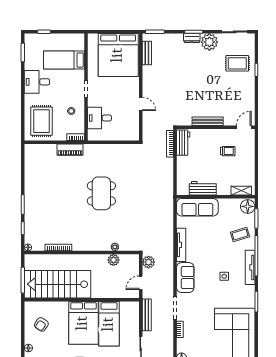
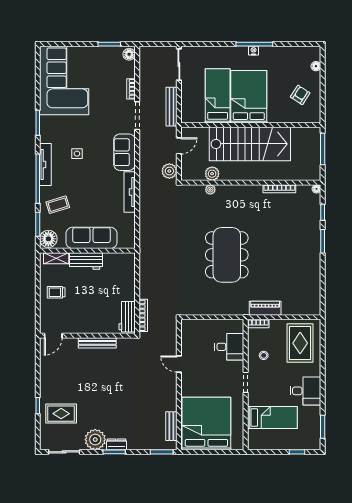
trolley: (228, 151) -> (56, 292), moved
workbench: (203, 188) -> (86, 261), moved
dining table: (101, 193) -> (227, 255), width x1.36, depth x1.24
sofa: (197, 207) -> (91, 238), moved
stairs: (58, 284) -> (250, 144), moved

